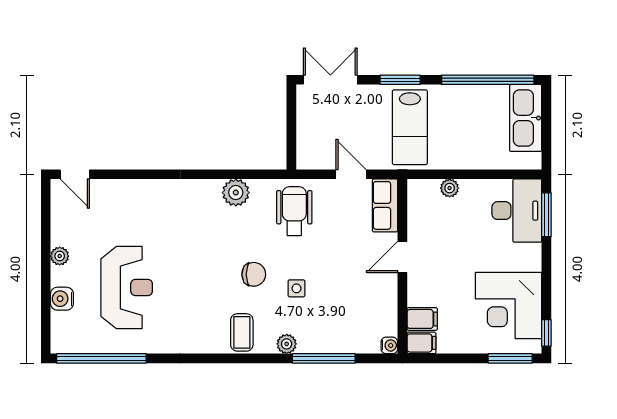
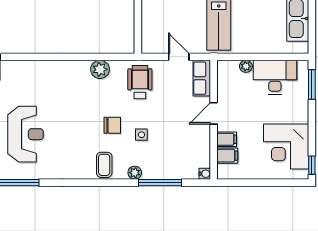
desk: (517, 211) -> (275, 77), moved, turned -90
filing cabinet: (421, 343) -> (227, 139), moved
window: (510, 358) -> (287, 183), removed

